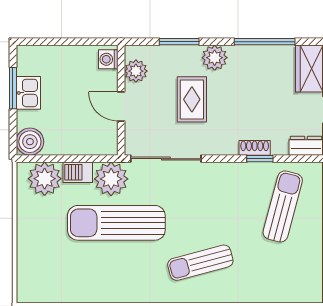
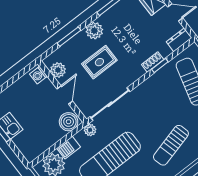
rug: (192, 99) -> (99, 62), turned 90
door: (121, 107) -> (65, 95), swing flipped
boiler: (30, 142) -> (69, 122), moved
plant: (111, 179) -> (90, 130), width x0.53, depth x0.53

